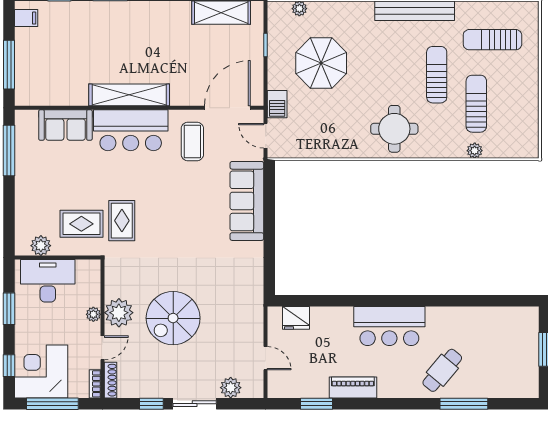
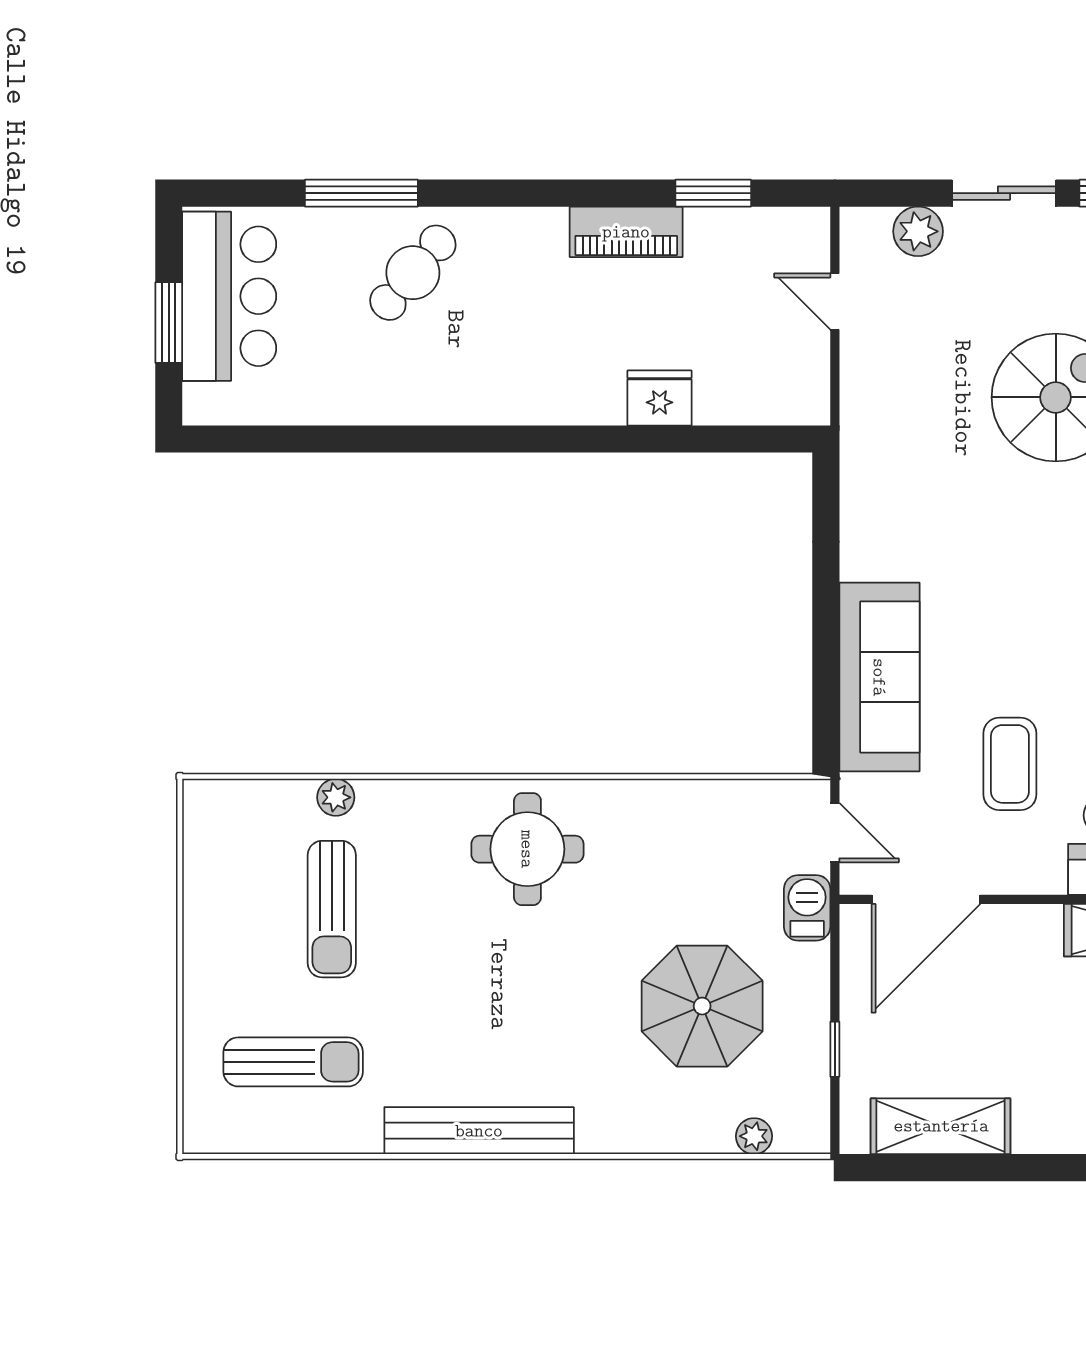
sun lounger: (437, 75) -> (426, 978), removed
coffee table: (192, 141) -> (1010, 764), moved
fridge: (296, 318) -> (660, 398), moved
bar counter: (389, 326) -> (229, 296), moved, turned 90

